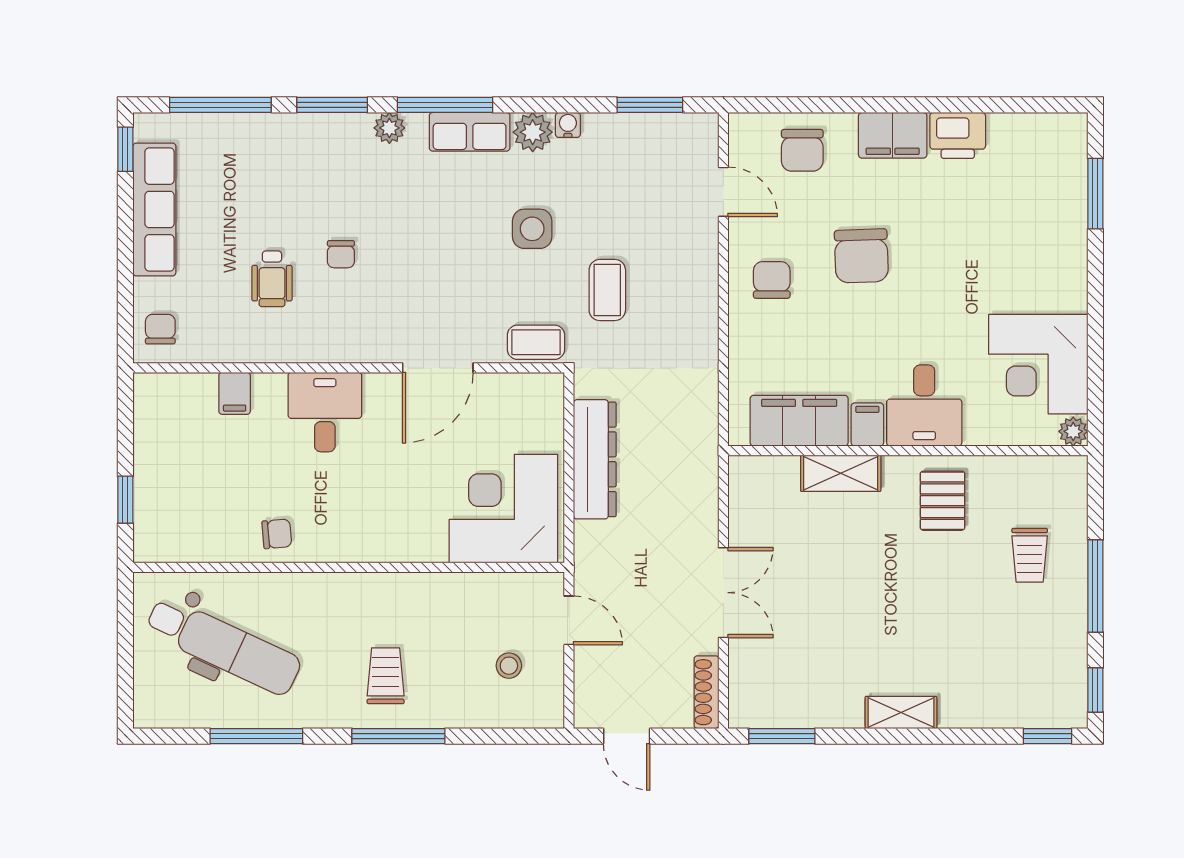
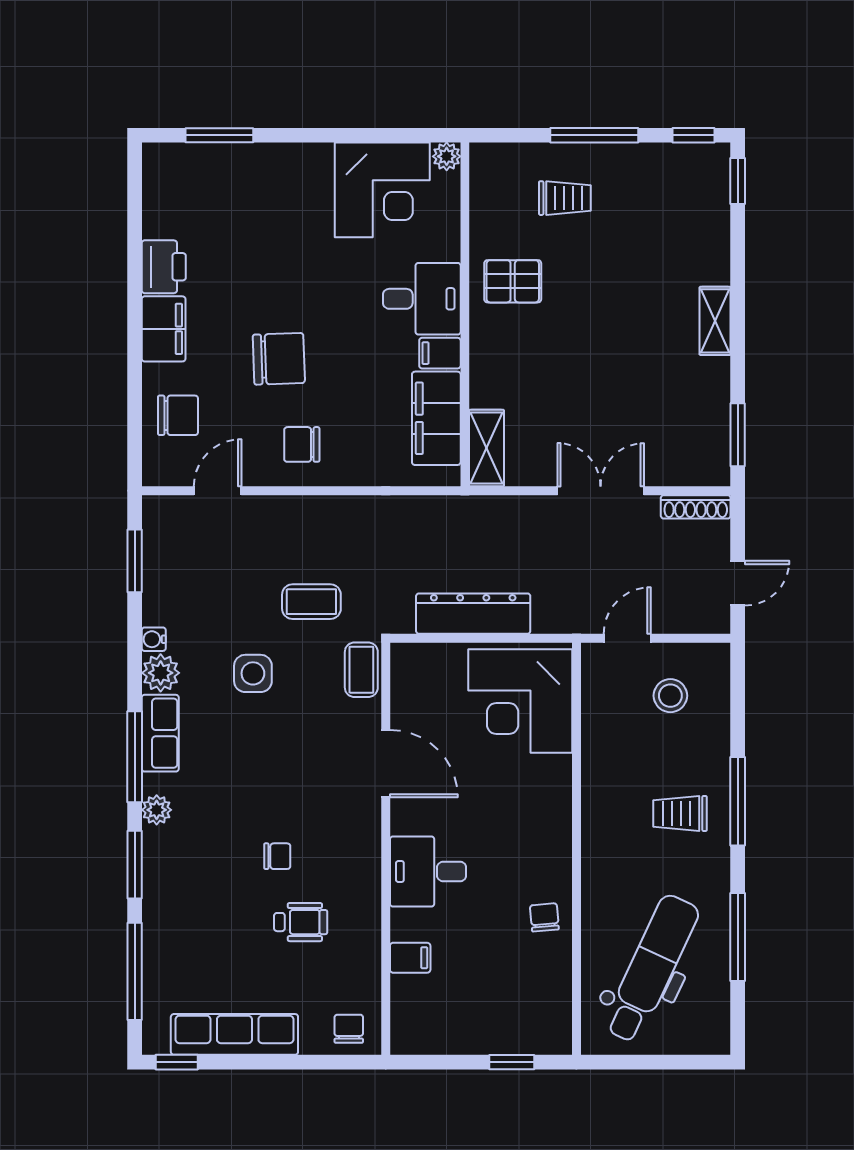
chair: (160, 329) -> (349, 1029), turned 90
shelving: (841, 473) -> (486, 448), moved
stool: (509, 666) -> (670, 696), width x1.37, depth x1.37

